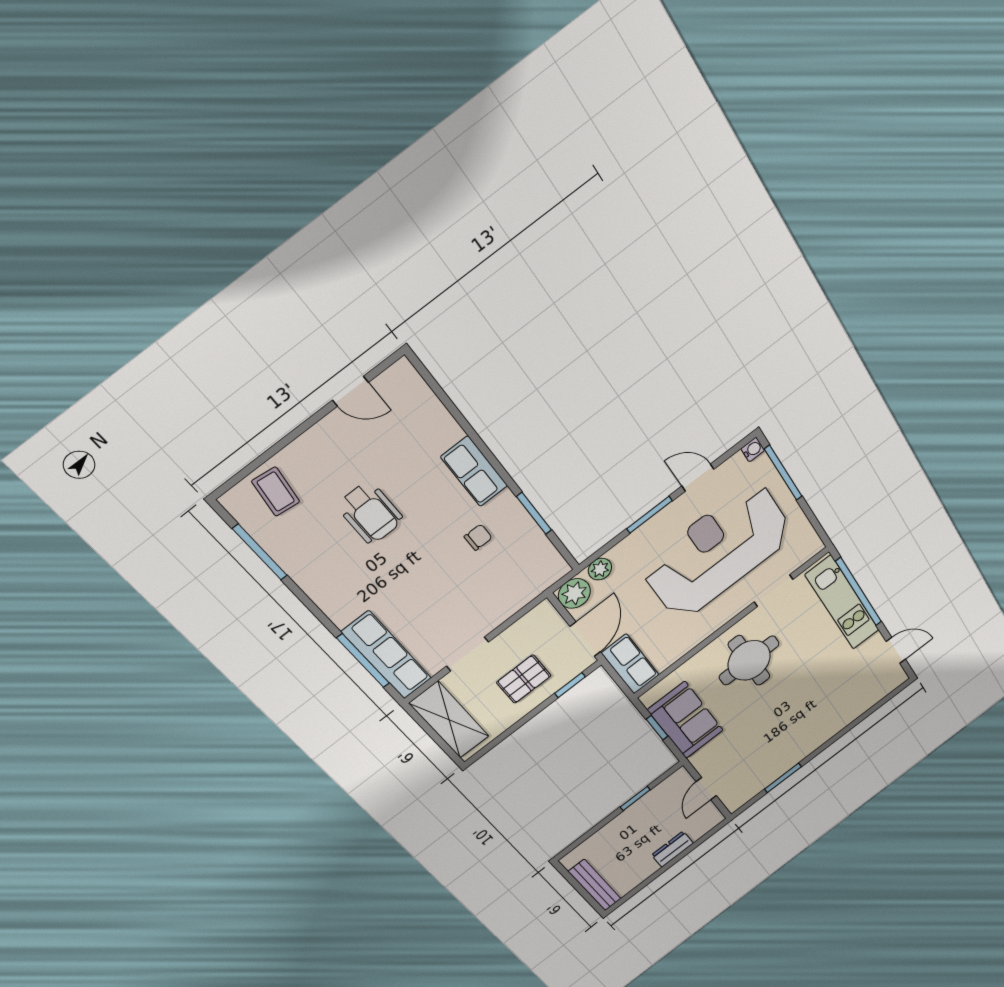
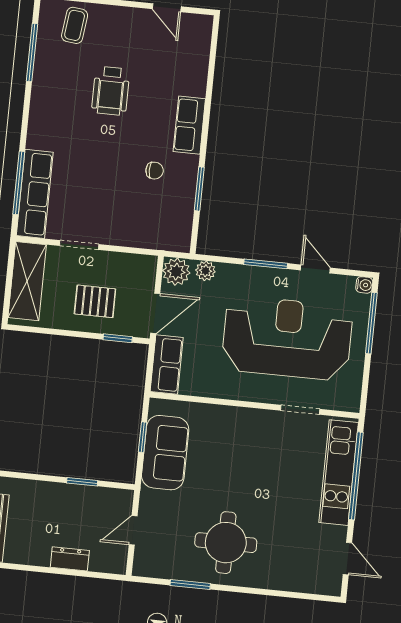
round table: (749, 660) -> (226, 543), moved

